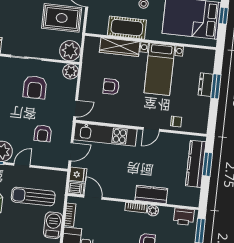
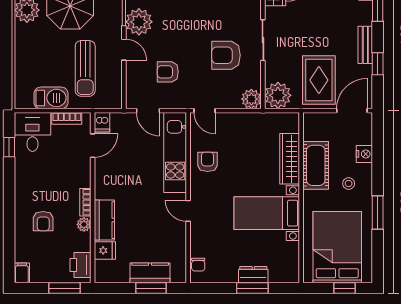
armchair: (111, 87) -> (208, 162), moved
chair: (176, 122) -> (198, 265), moved
kitchen counter: (196, 164) -> (150, 273), width x0.67
fridge: (78, 175) -> (105, 250), moved, turned -90
sun lounger: (33, 197) -> (85, 68), turned 180

